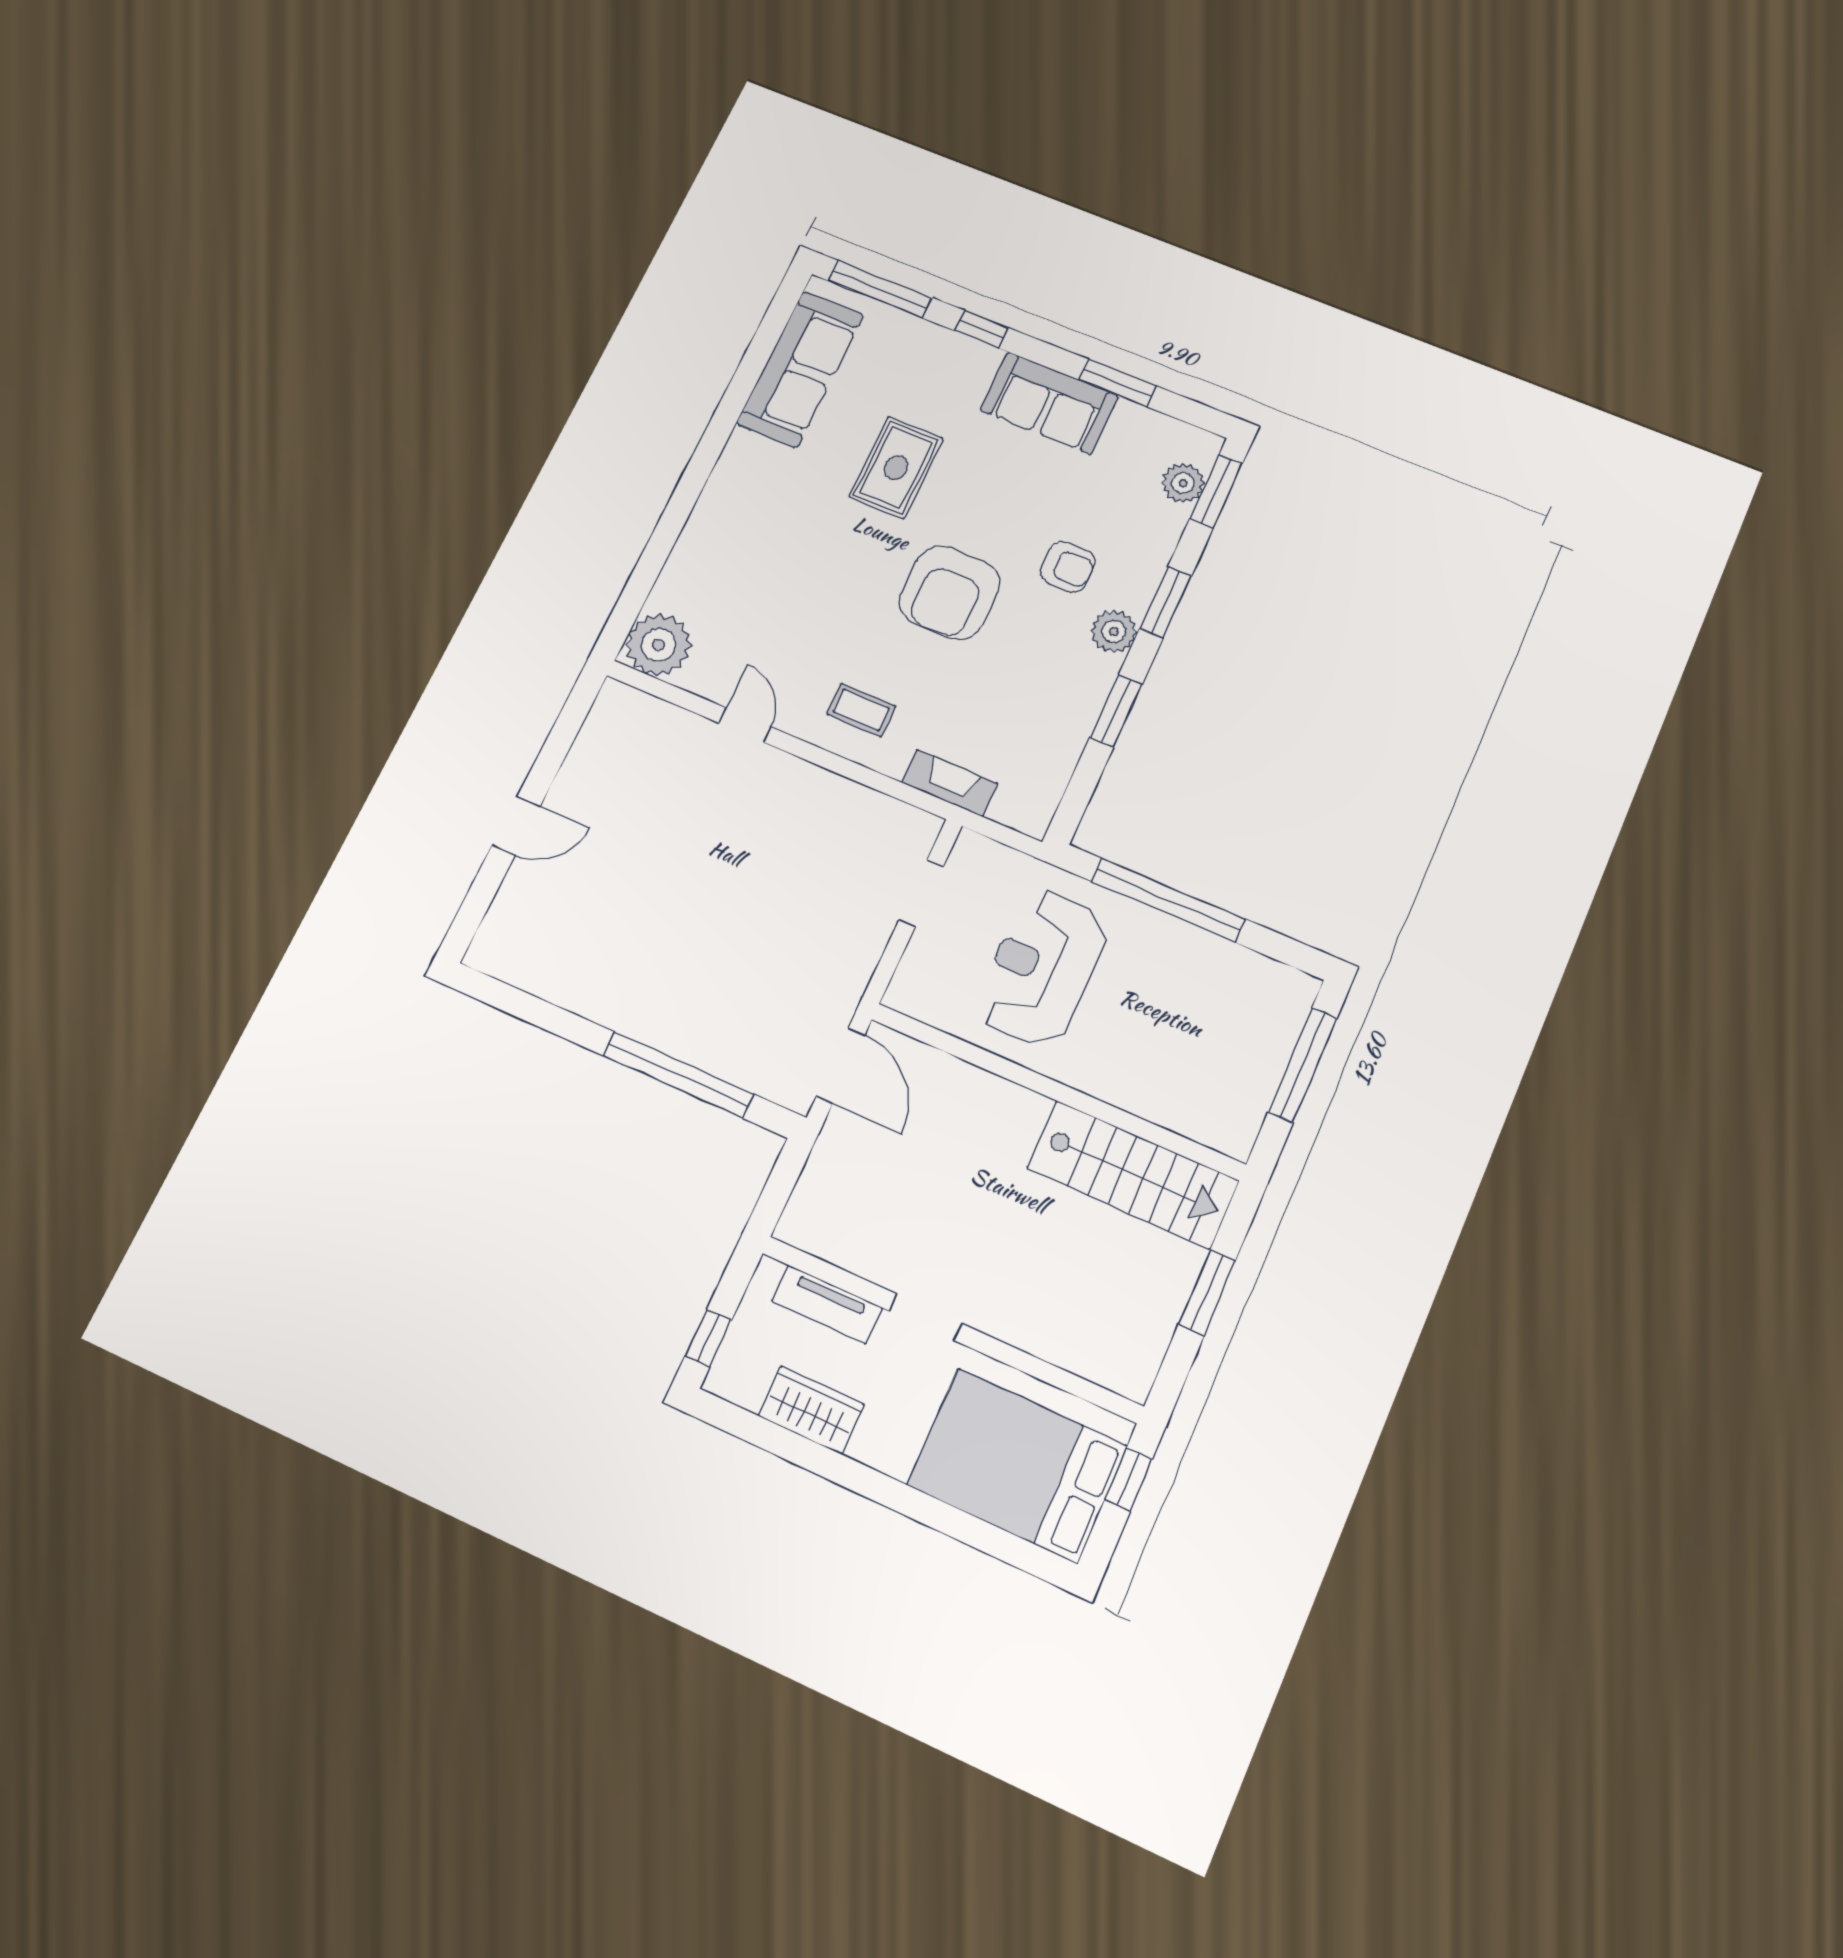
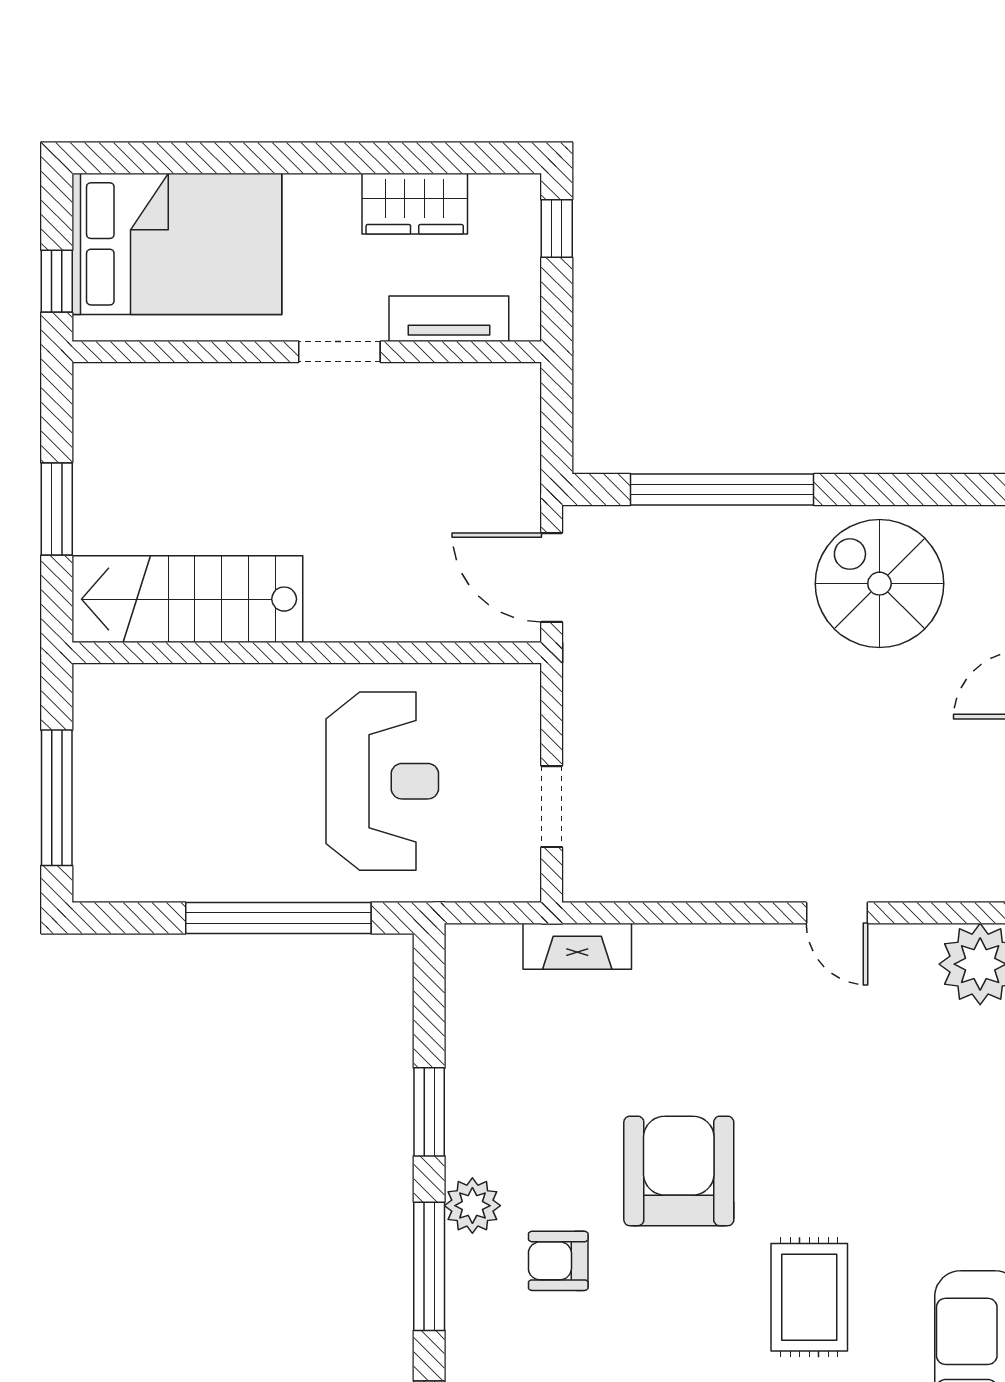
window: (1166, 602) -> (429, 1266), width x1.44
coffee table: (861, 710) -> (715, 988), removed
spiral stairs: (594, 951) -> (879, 584), added

